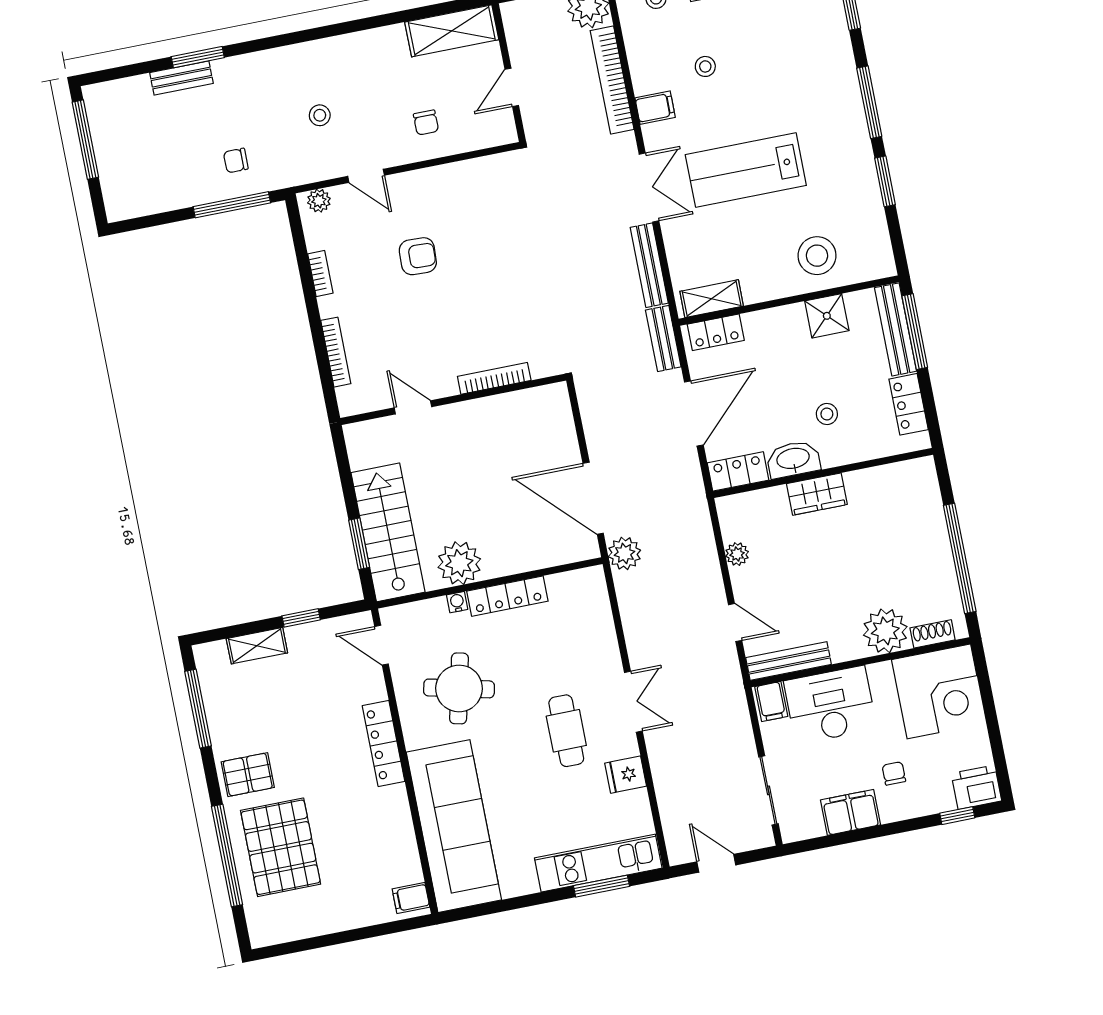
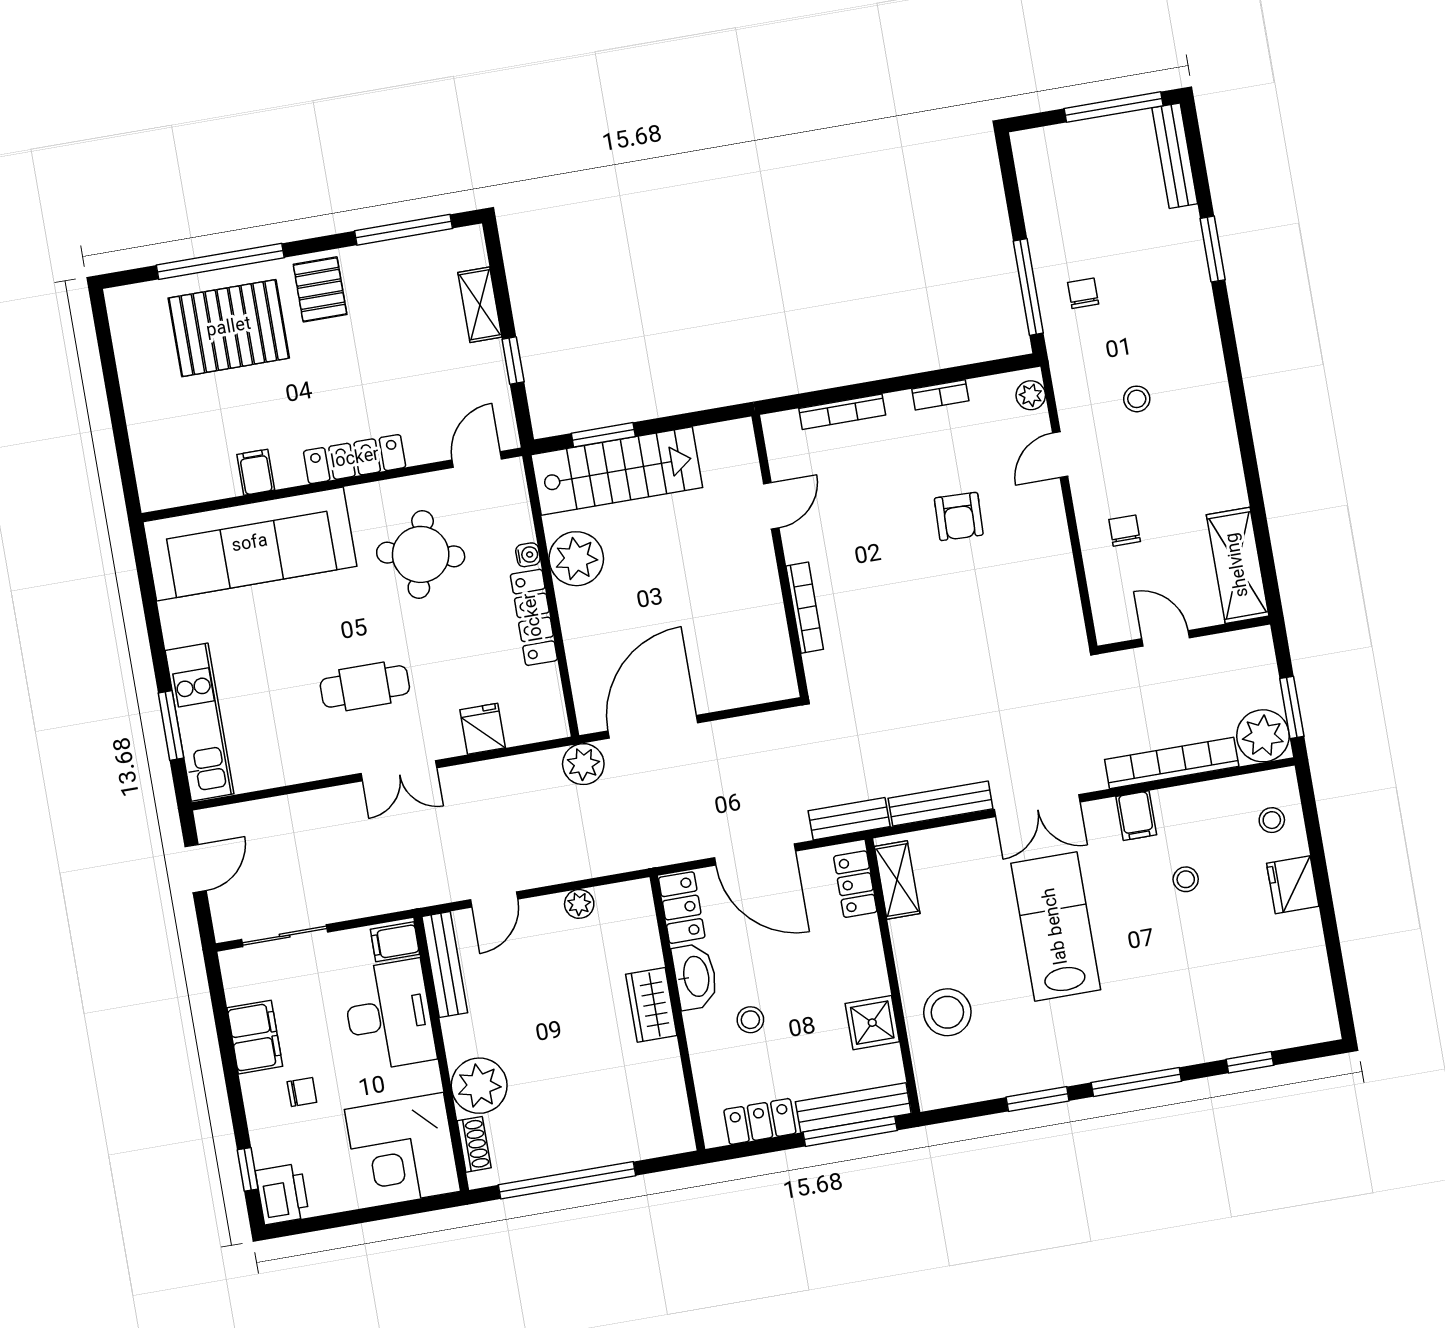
bench: (181, 78) -> (1175, 156), moved, width x1.36
chair: (426, 123) -> (1125, 531), turned 90
fridge: (626, 775) -> (483, 729), moved
filing cabinet: (411, 898) -> (256, 472), moved

